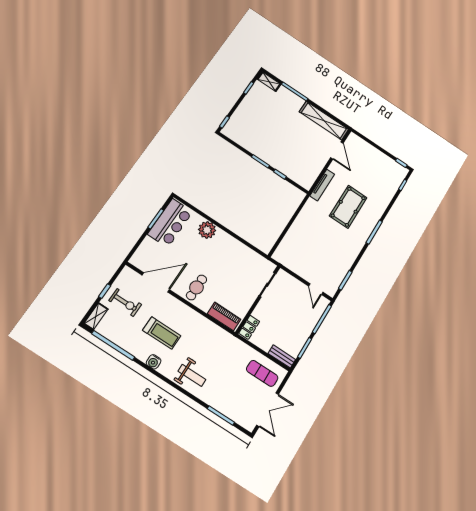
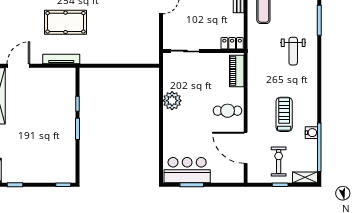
plant: (207, 230) -> (172, 101), moved
water cooler: (154, 362) -> (311, 133), moved
weight bench: (192, 375) -> (293, 51), moved, turned 180

